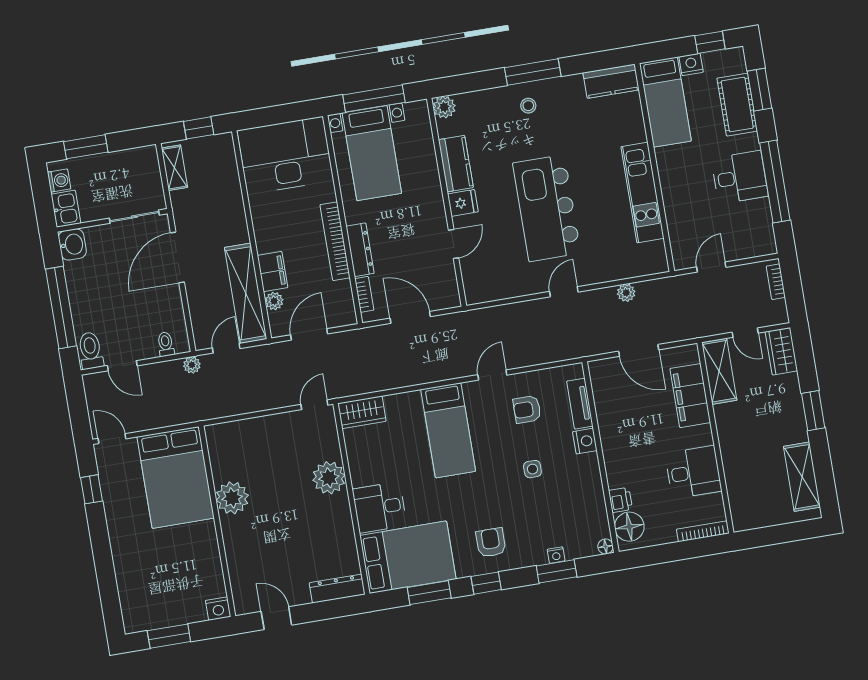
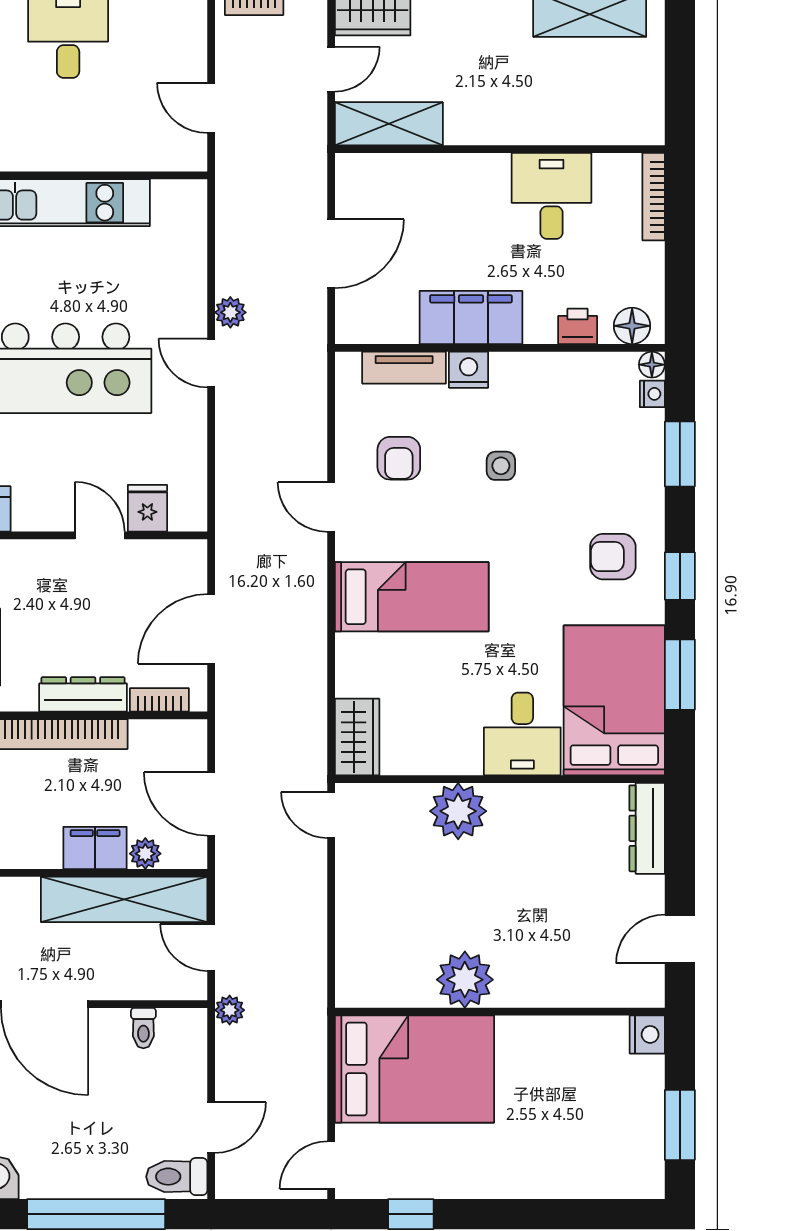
fridge: (463, 203) -> (147, 508), moved
plant: (626, 293) -> (230, 312), moved
toilet: (166, 344) -> (143, 1028), moved, turned -90
filing cabinet: (690, 396) -> (471, 317), moved, turned 180
floor lamp: (629, 527) -> (632, 326), width x0.73, depth x0.73
nightstand: (556, 555) -> (652, 394), moved

